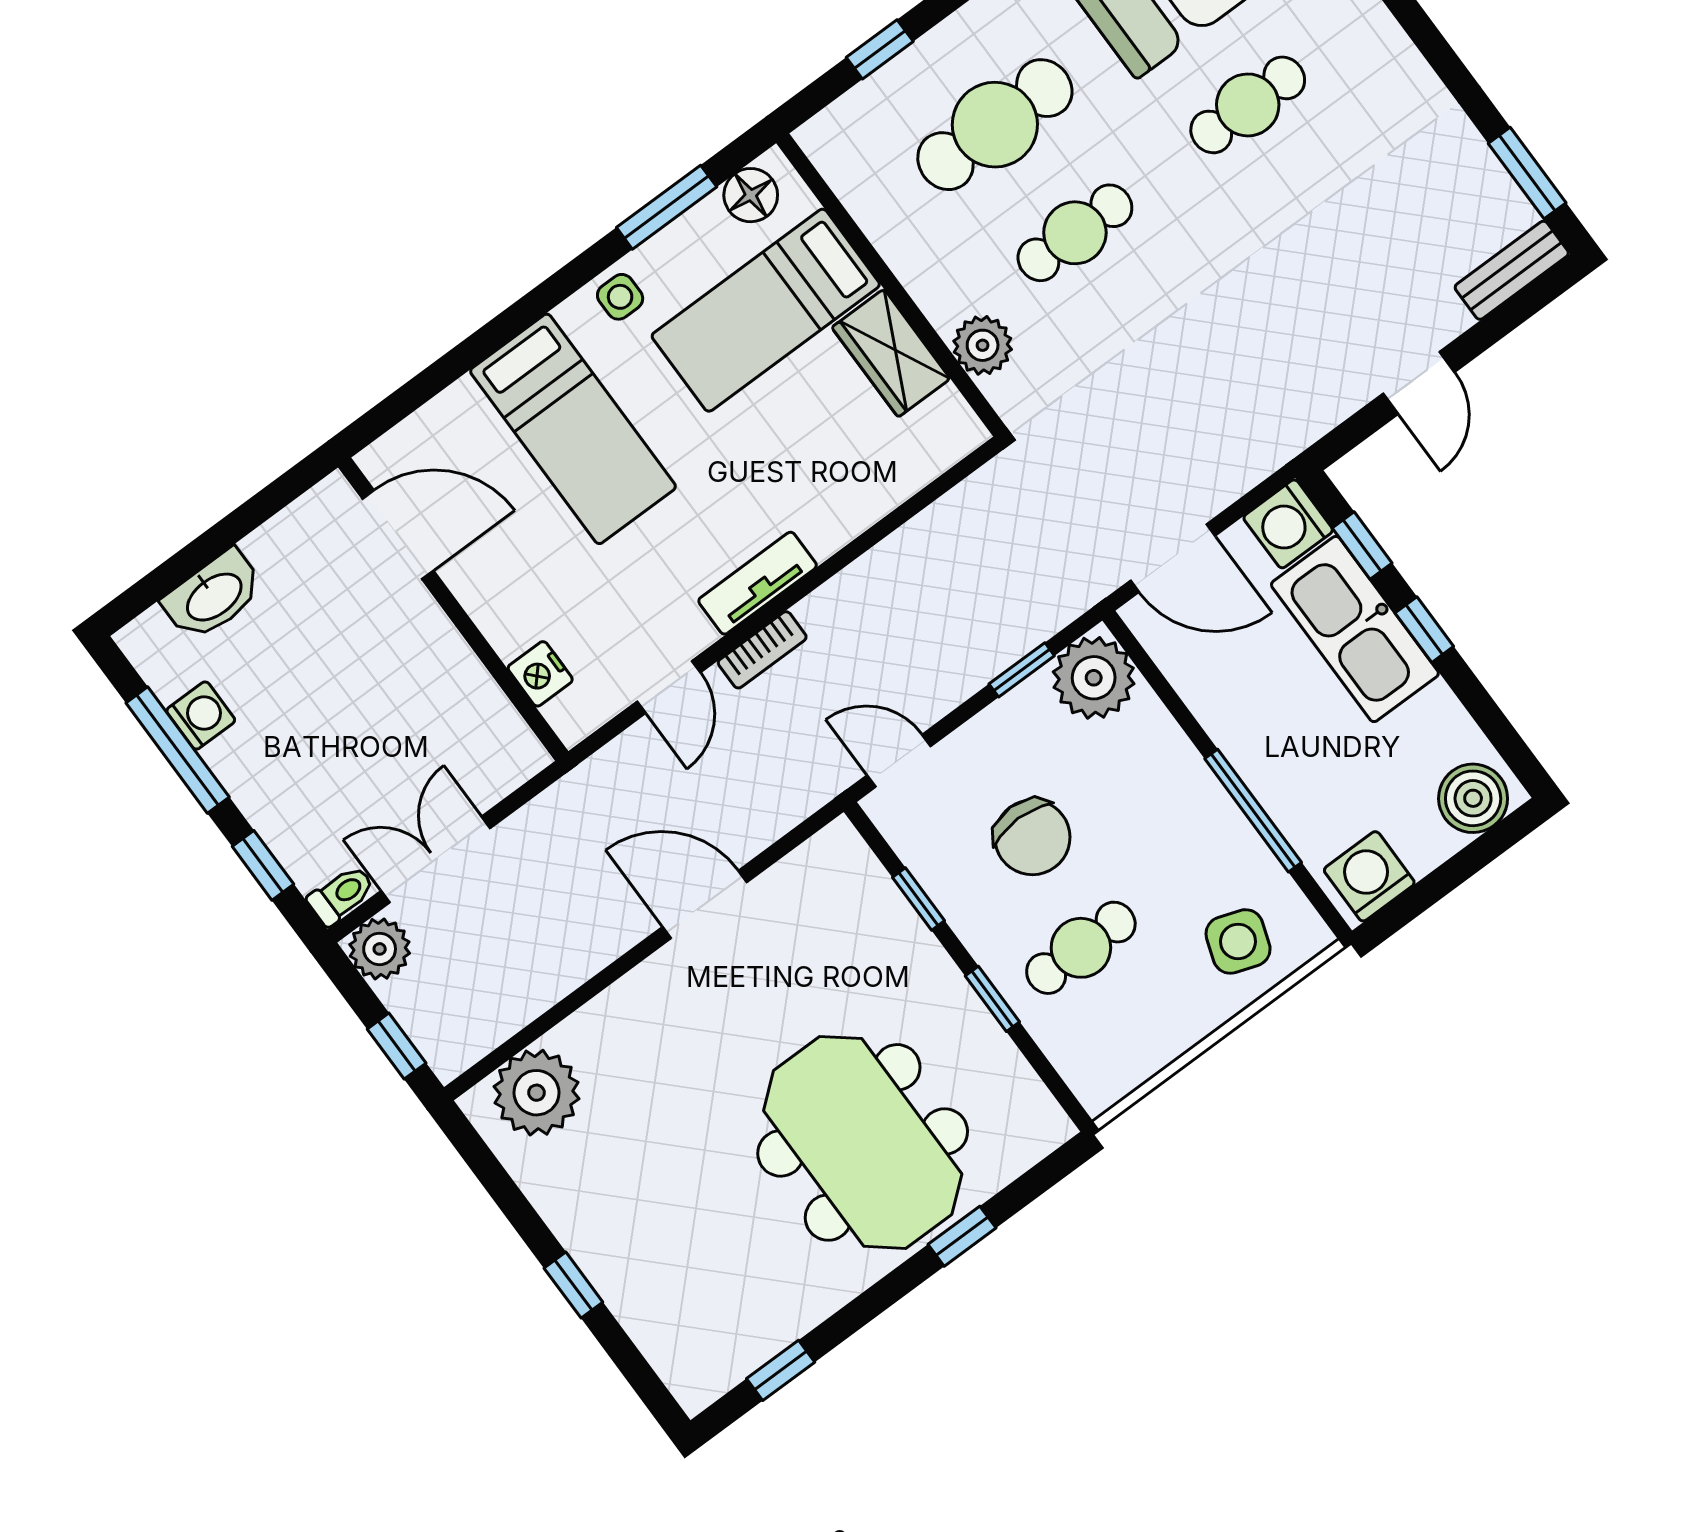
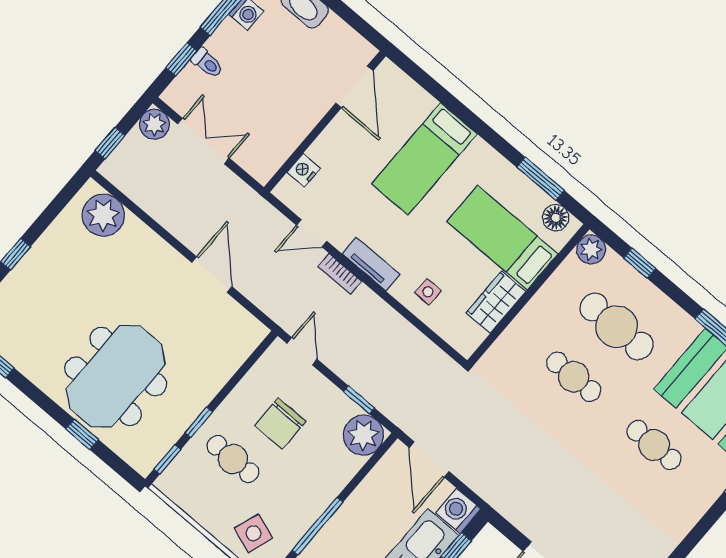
side table: (620, 297) -> (428, 292), moved
plant: (983, 345) -> (591, 249), moved
toilet: (341, 895) -> (207, 63), moved
window: (918, 899) -> (167, 459), moved

